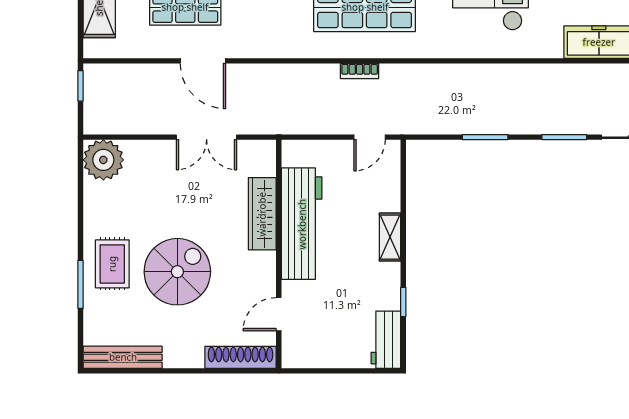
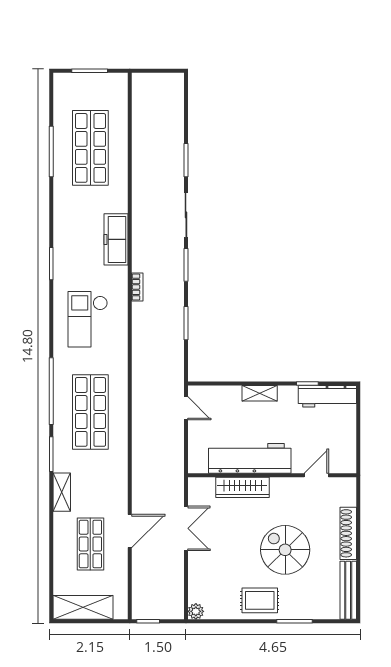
bookcase: (360, 71) -> (137, 287), moved
plant: (103, 160) -> (196, 611), width x0.53, depth x0.53
rug: (112, 264) -> (260, 600), moved
door: (279, 314) -> (316, 475), swing flipped
workbench: (386, 340) -> (327, 396), width x1.38
shoe rack: (241, 357) -> (348, 533), moved

